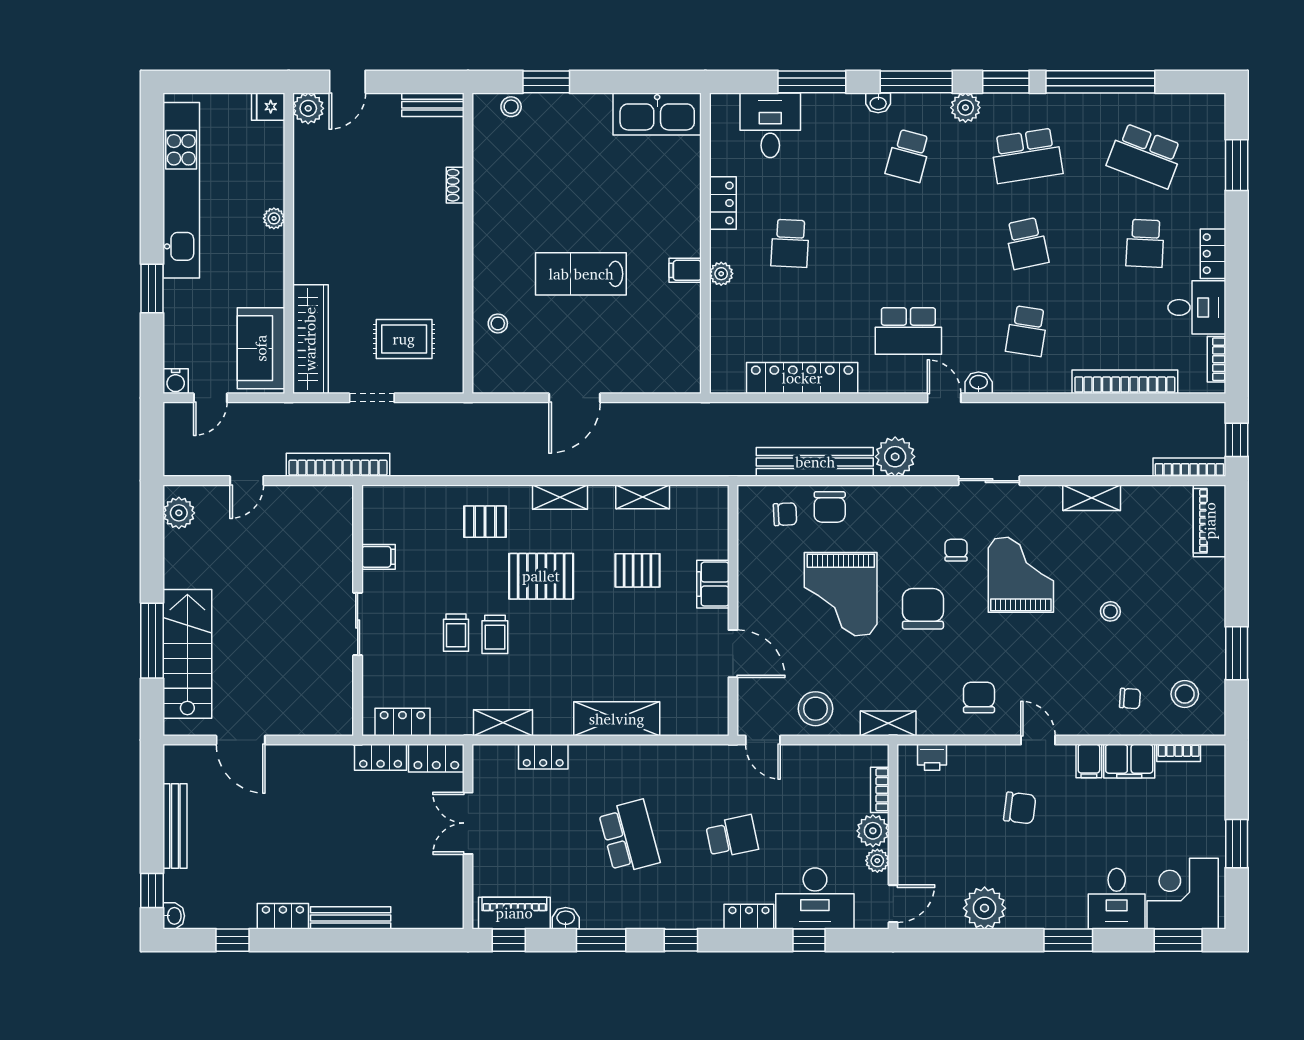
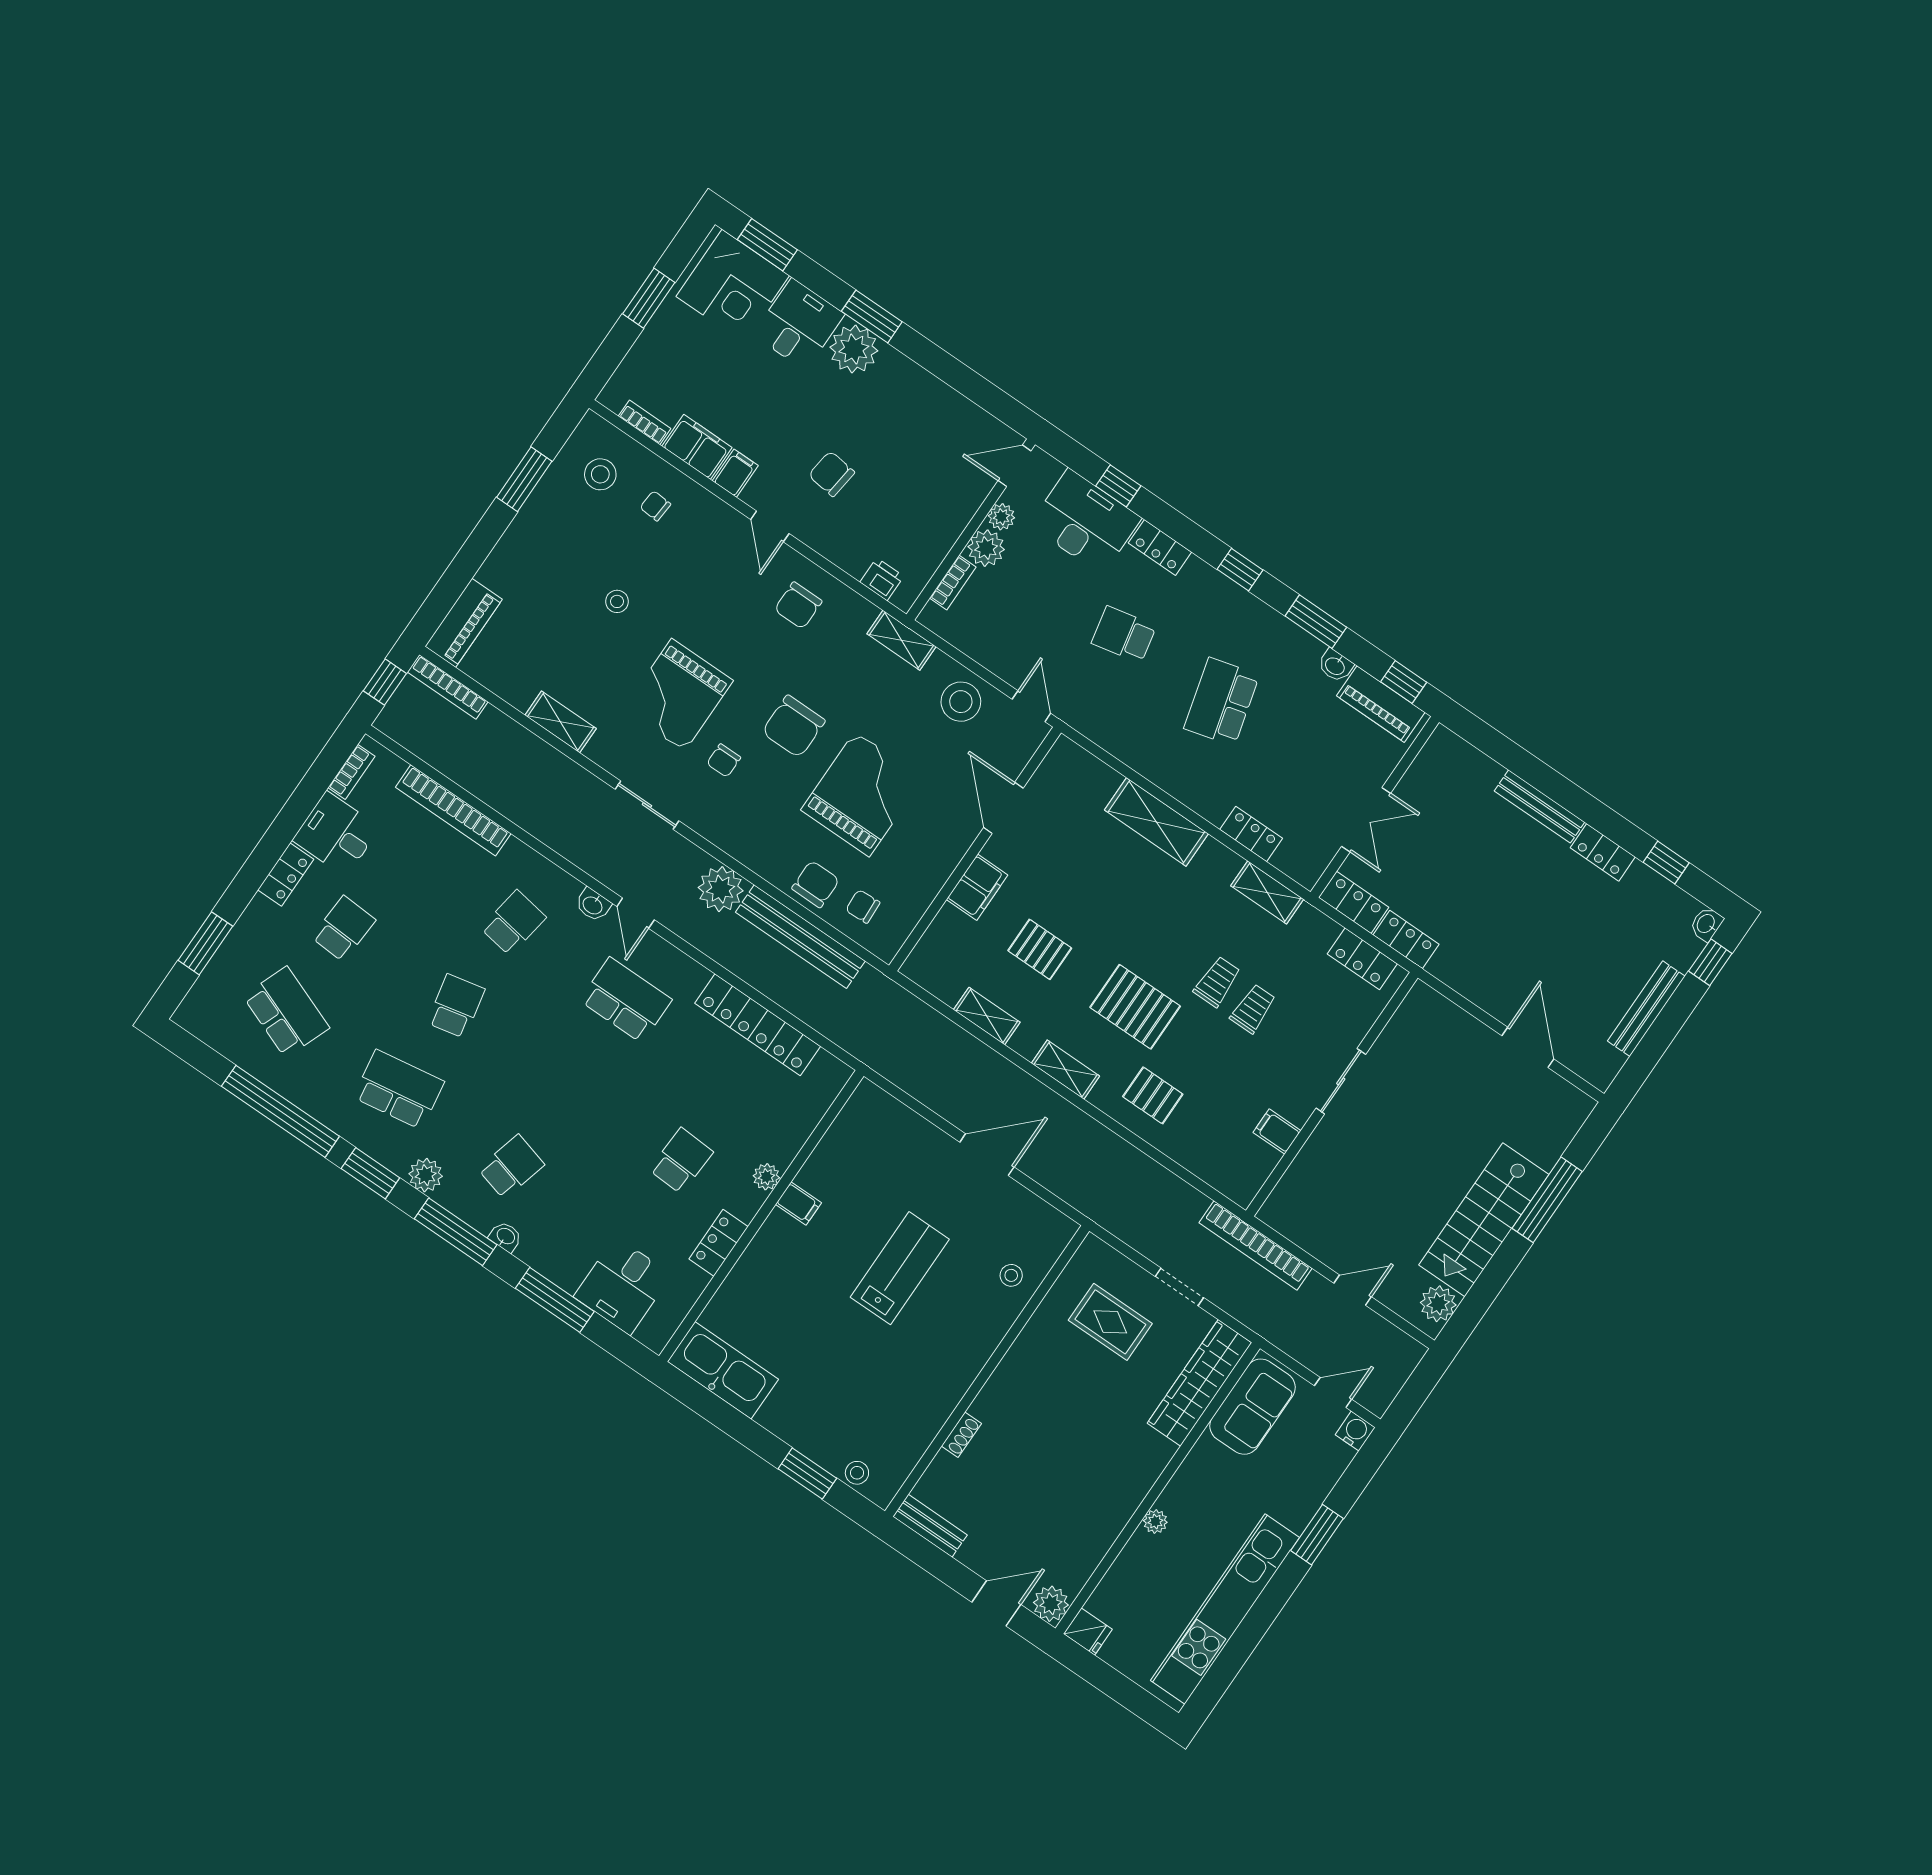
lab bench: (581, 274) -> (900, 1268), turned -90
stairs: (187, 654) -> (1484, 1220), moved
plant: (985, 908) -> (854, 349), moved

